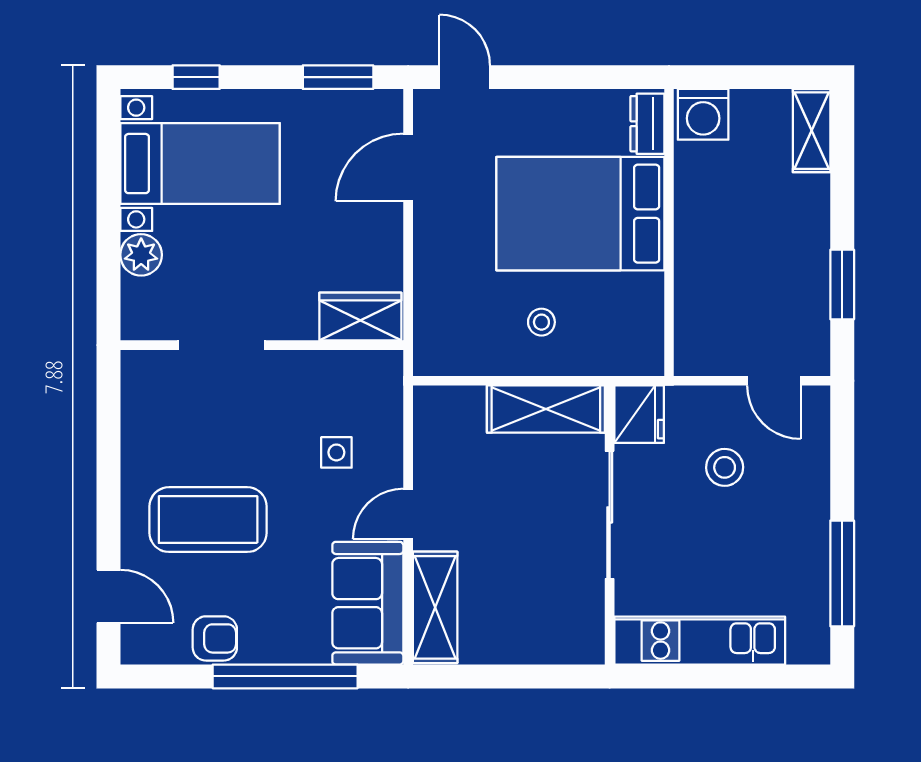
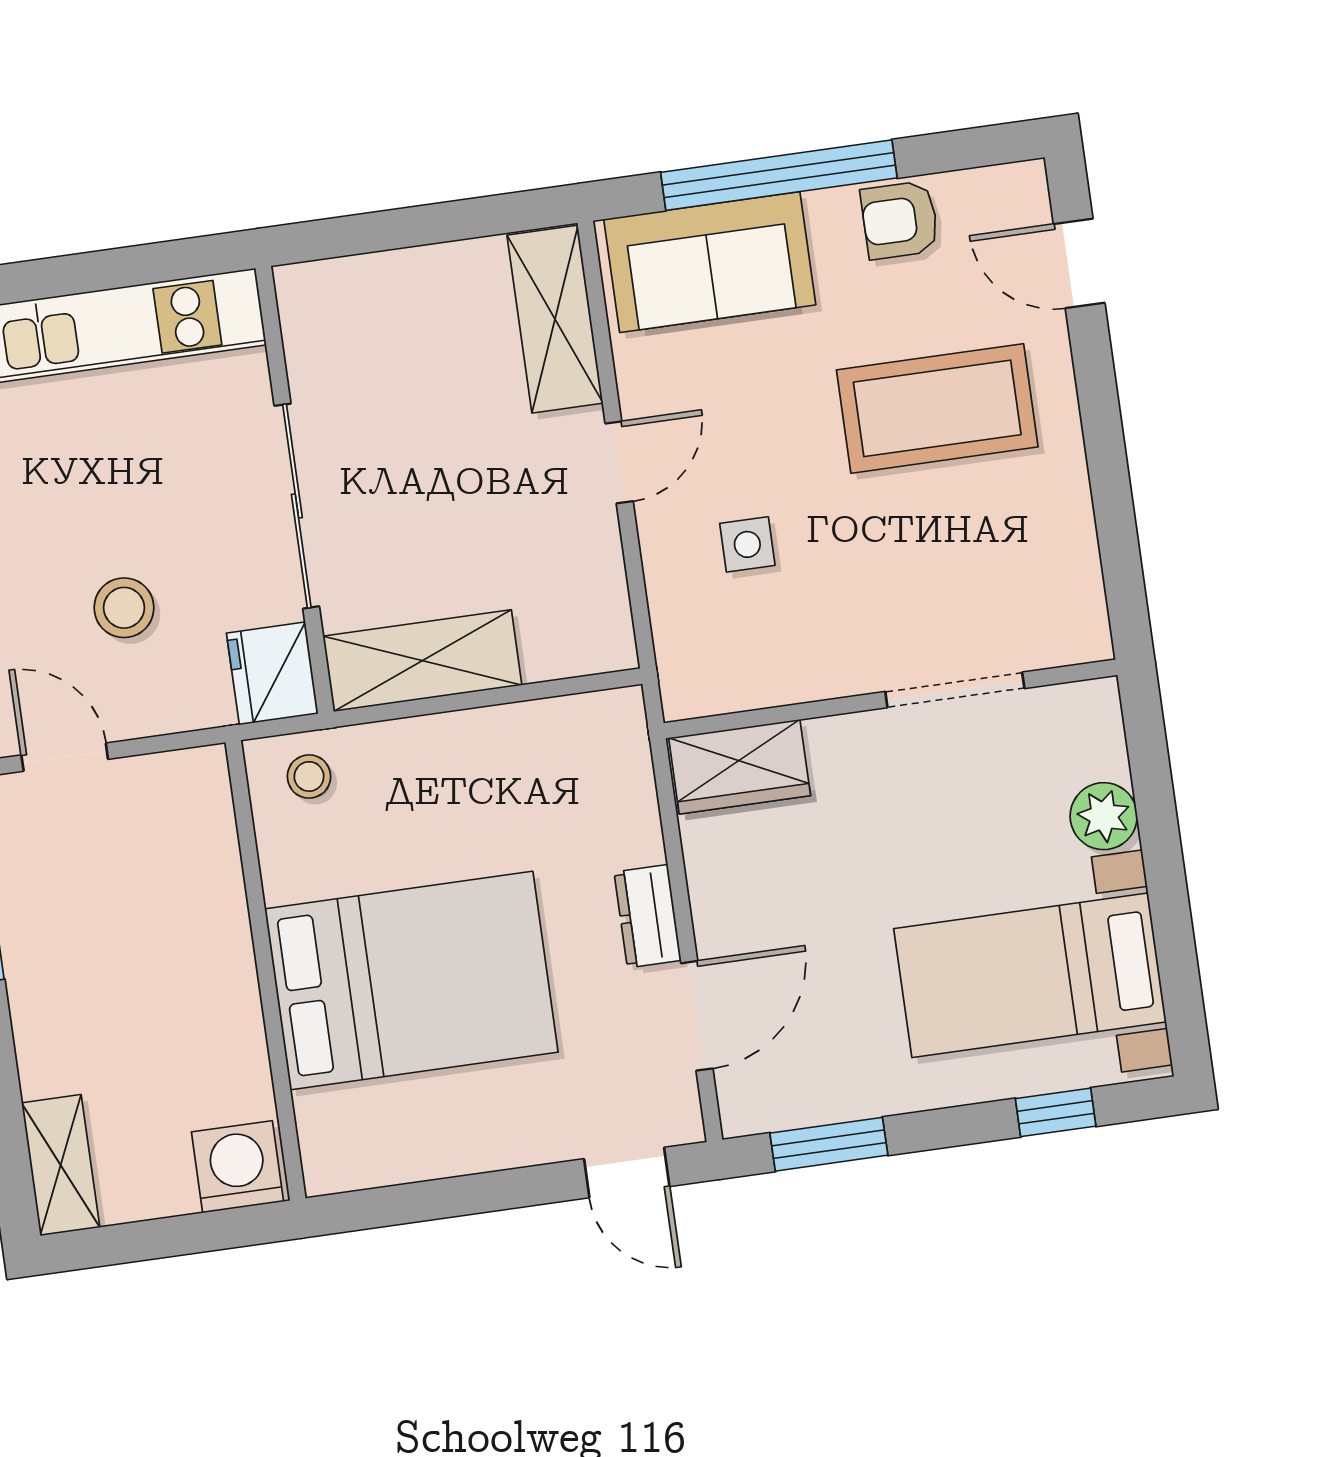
dresser: (647, 124) -> (648, 916), moved, turned 180
stool: (541, 322) -> (309, 776), moved
sofa: (368, 603) -> (710, 262), moved, turned 90

